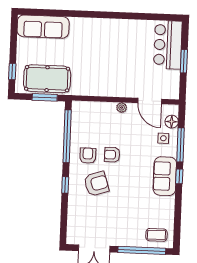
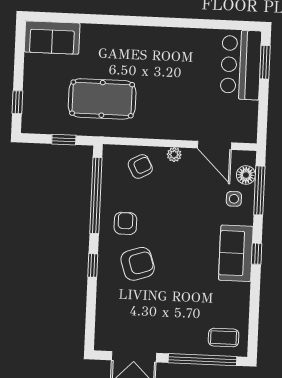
sofa: (43, 27) -> (52, 38), width x0.73
window: (184, 61) -> (265, 62), moved
pool table: (47, 79) -> (102, 99), moved
window: (45, 97) -> (64, 140), width x0.67
window: (181, 145) -> (259, 190), moved
armchair: (112, 155) -> (140, 166), moved, turned 152

